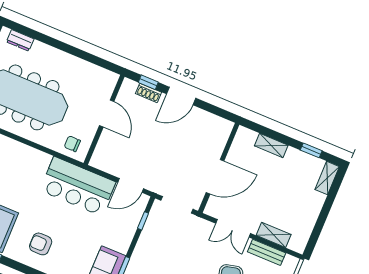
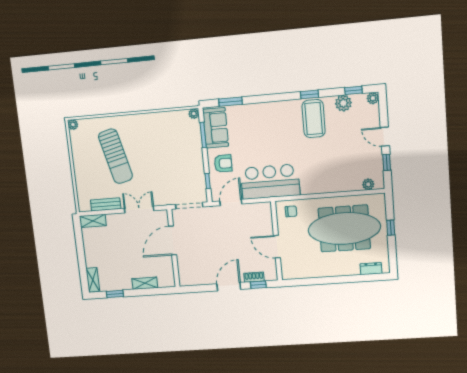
shelving: (274, 235) -> (93, 221), moved
armchair: (41, 244) -> (223, 163), moved

